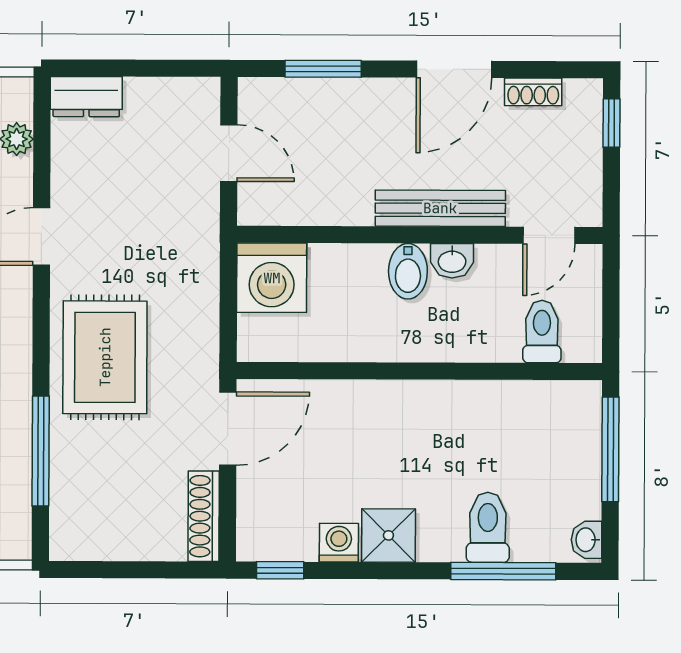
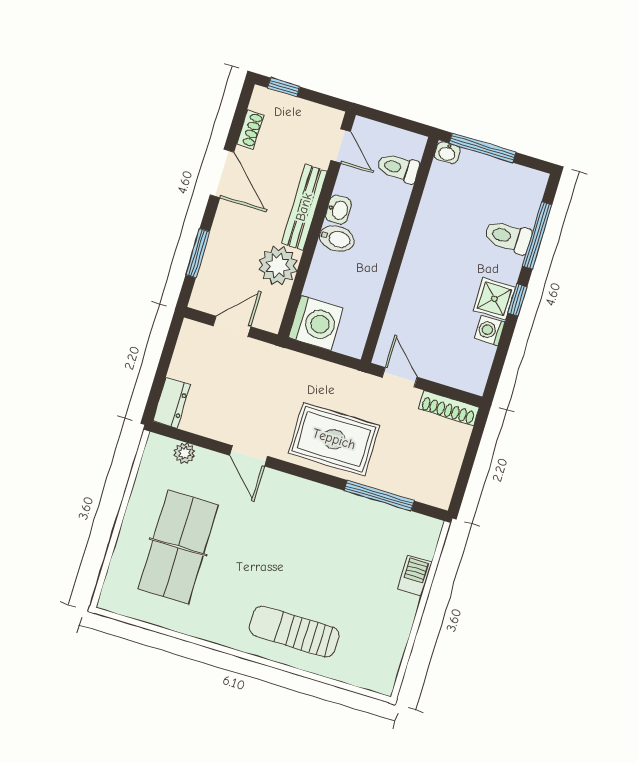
plant: (341, 195) -> (278, 266), added
door: (228, 429) -> (400, 377), width x0.73
washbasin: (586, 540) -> (447, 153), moved
window: (280, 570) -> (517, 300), moved

